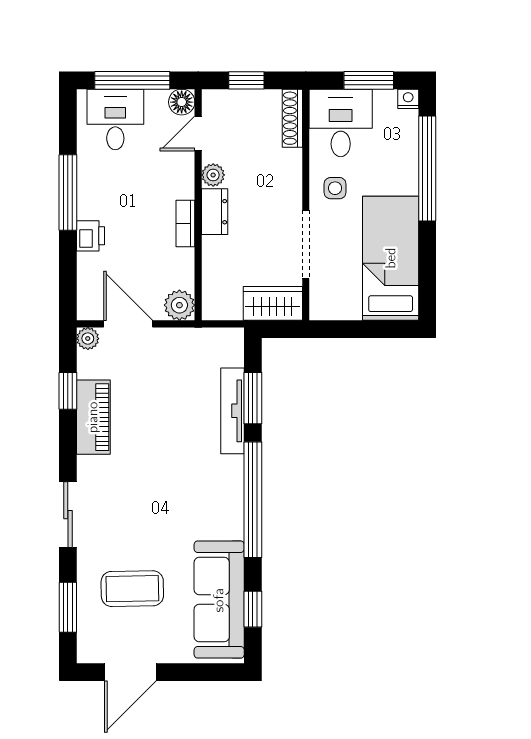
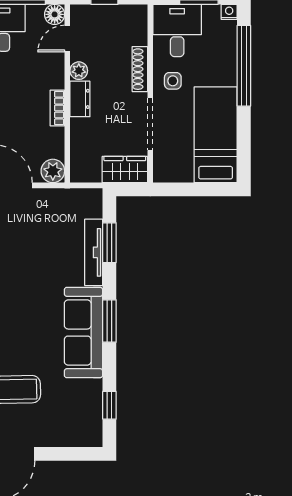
shoe rack: (292, 118) -> (140, 69), moved
window: (253, 500) -> (109, 321), width x0.47
sofa: (219, 600) -> (83, 333), moved

